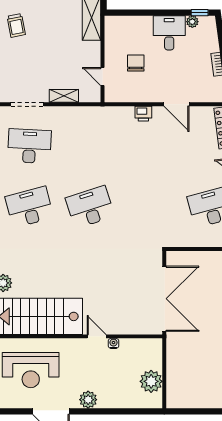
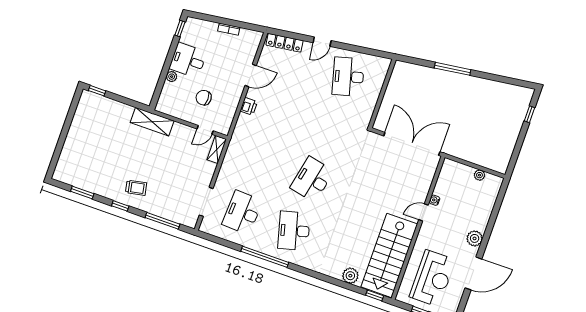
plant: (192, 22) -> (172, 77), moved
shelving: (64, 96) -> (217, 149), moved
desk: (90, 207) -> (312, 179), turned 30
plant: (151, 381) -> (479, 175), width x0.53, depth x0.53

